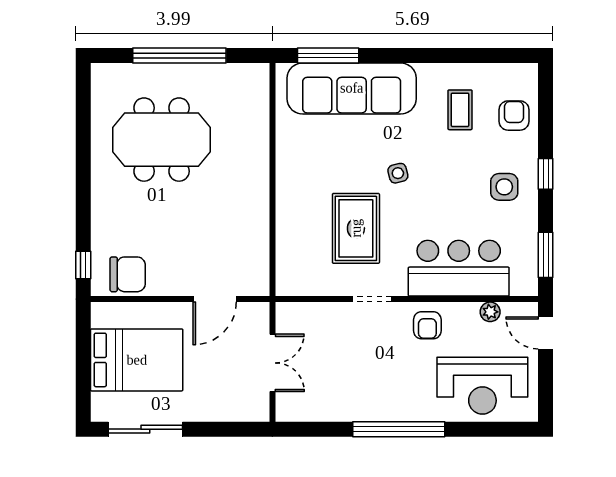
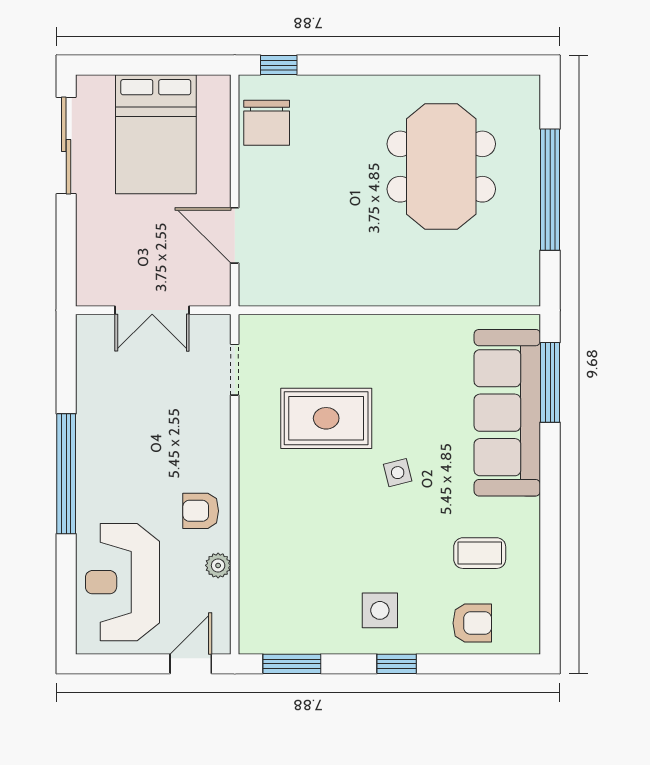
bar counter: (459, 268) -> (275, 551), removed
doorway: (372, 299) -> (235, 370), moved
plant: (490, 312) -> (218, 565), moved

